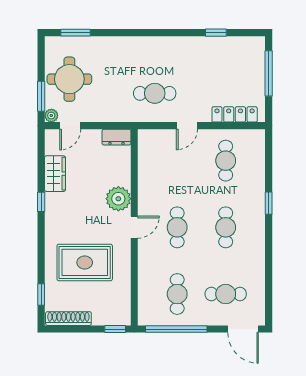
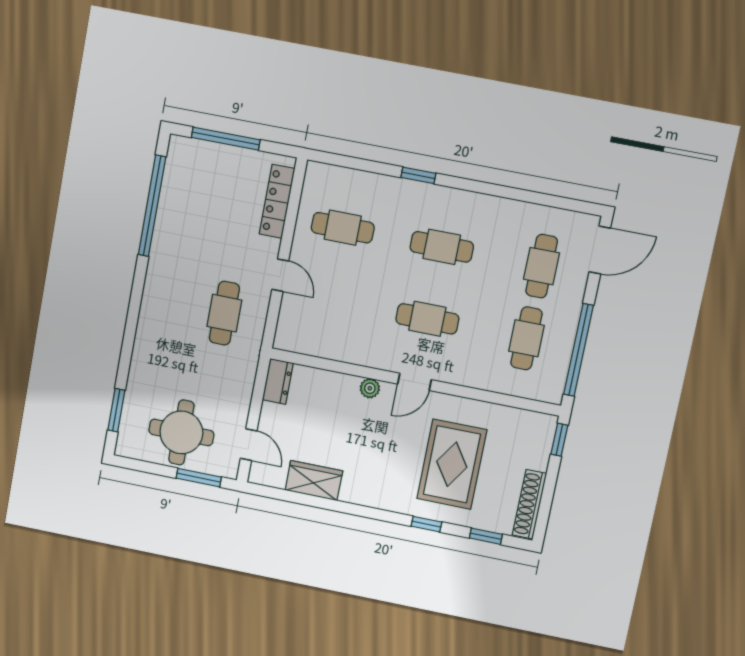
window: (216, 33) -> (152, 206), width x3.17
plant: (51, 116) -> (229, 469), removed
plant: (118, 199) -> (370, 388), width x0.53, depth x0.53
window: (41, 202) -> (426, 524), moved
door: (134, 227) -> (414, 382), swing flipped
cafe table: (177, 294) -> (526, 338), turned 90

